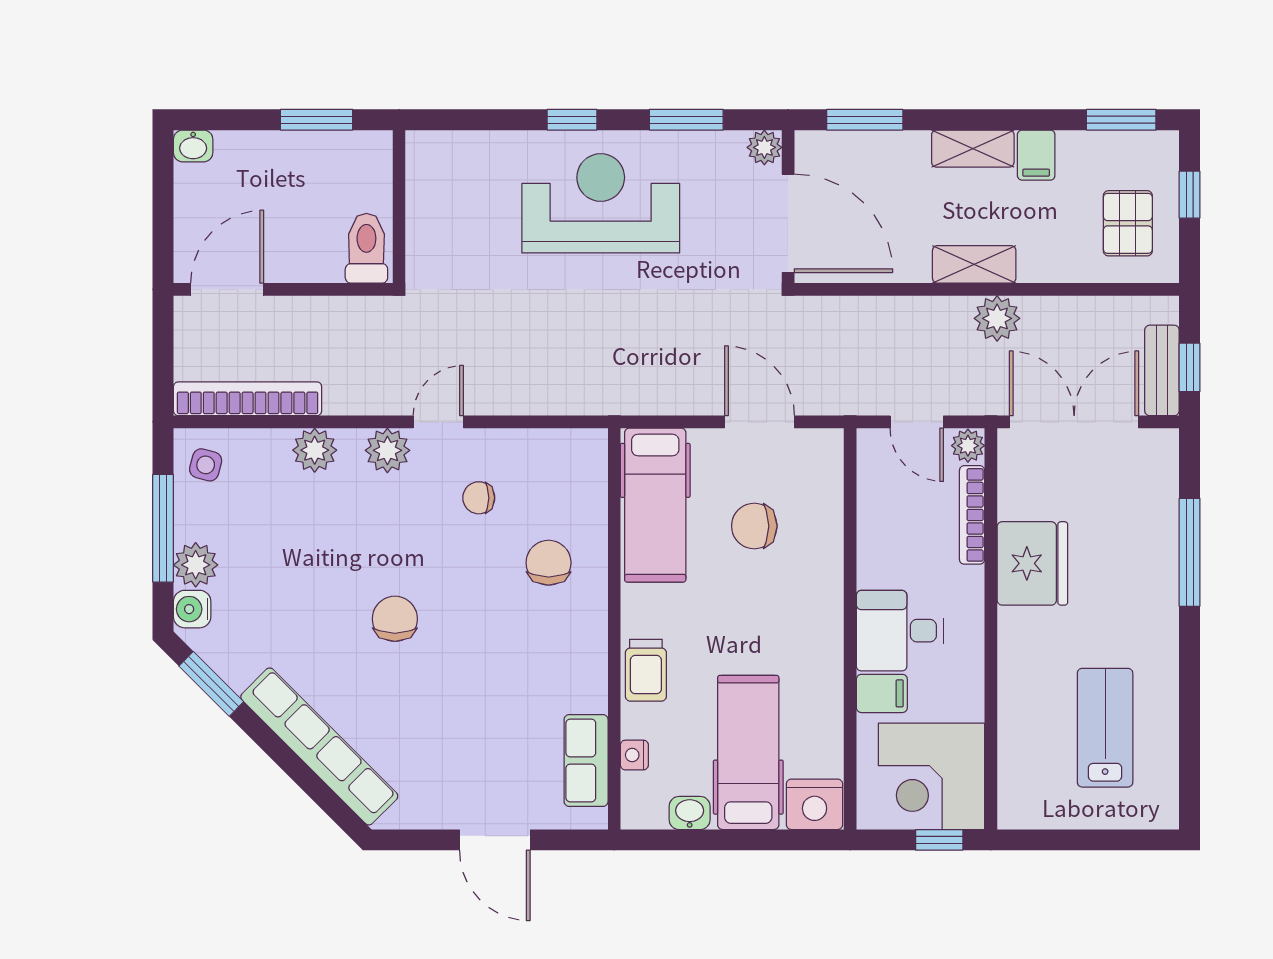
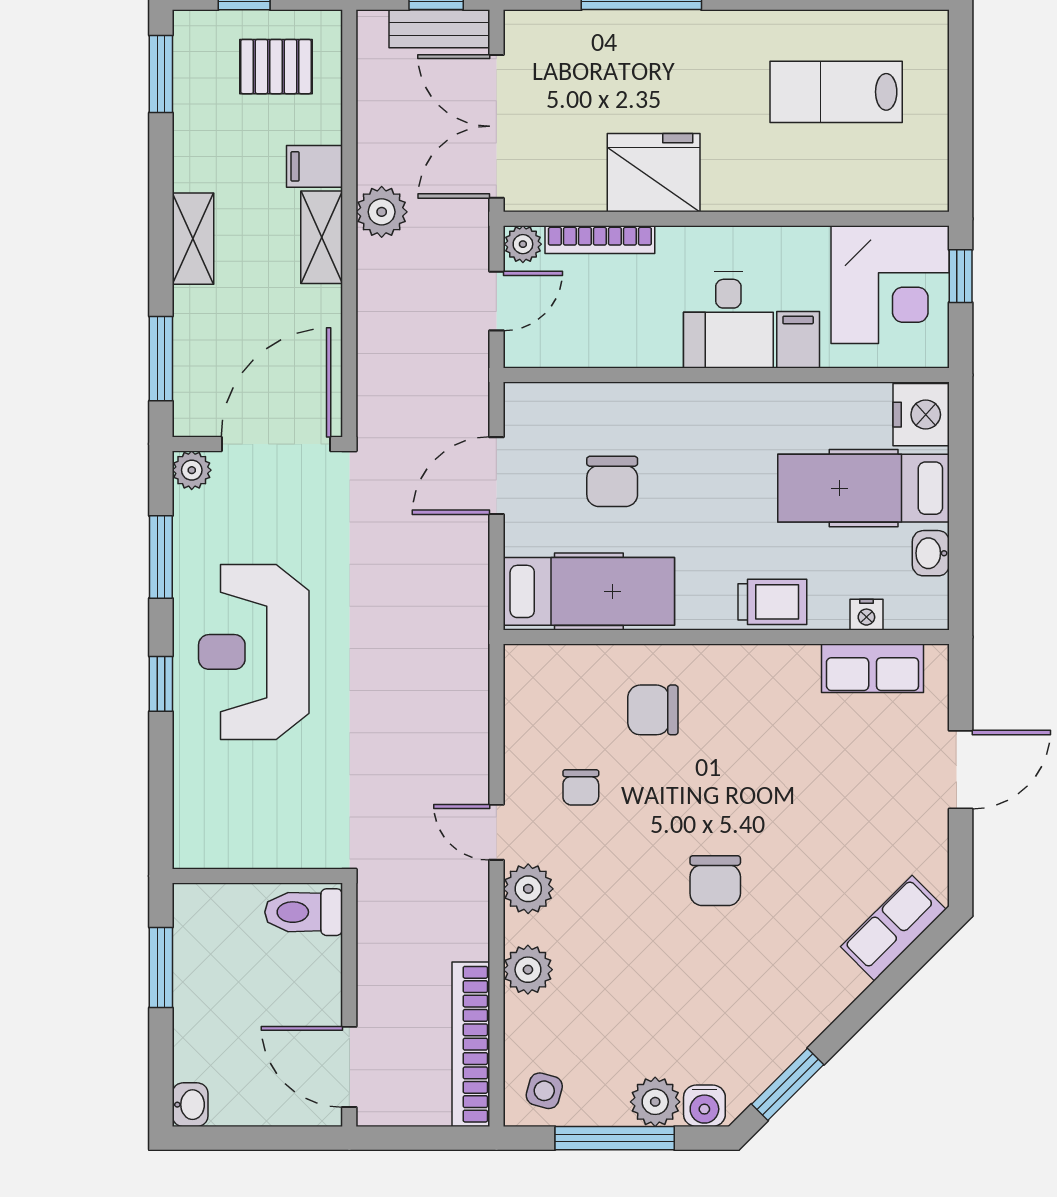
filing cabinet: (1036, 155) -> (315, 166), moved, turned 180
chair: (395, 619) -> (715, 881), turned -90
row of seats: (319, 746) -> (893, 928), width x0.50

